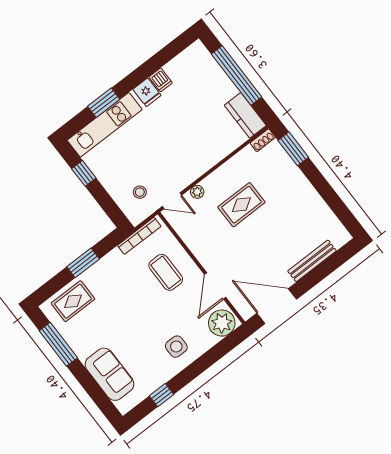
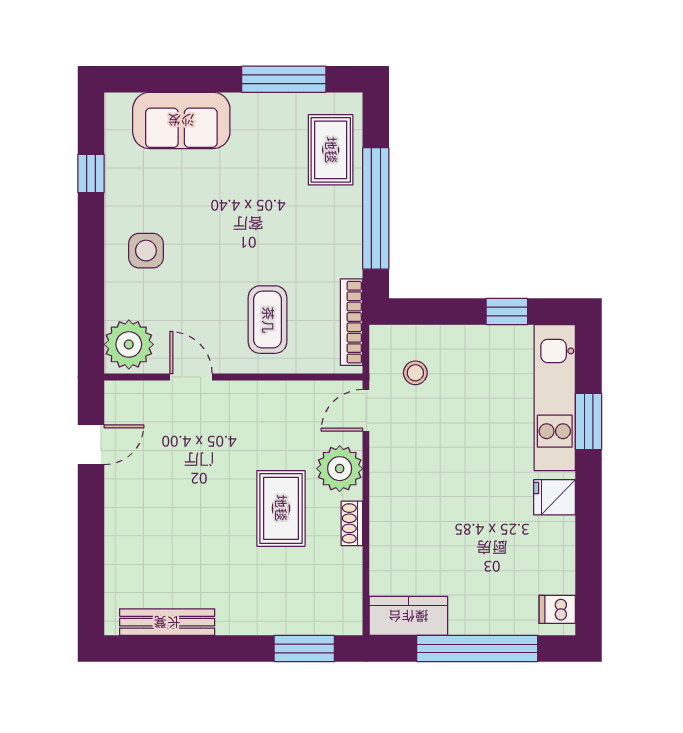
dishwasher: (161, 80) -> (557, 609), moved
shoe rack: (263, 140) -> (352, 523), moved
plant: (197, 192) -> (340, 469), width x1.88, depth x1.88
bench: (312, 261) -> (167, 622), moved, turned 90
window: (83, 263) -> (376, 208), width x2.11
coffee table: (166, 272) -> (268, 320), turned 90
door: (215, 286) -> (191, 377), width x0.73
door: (277, 306) -> (91, 445), width x0.53

